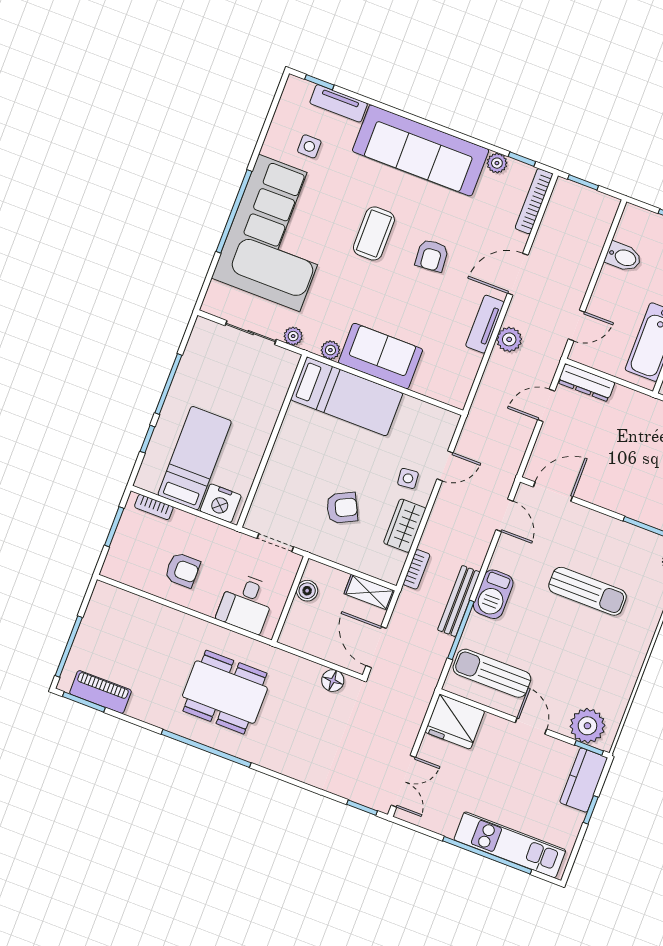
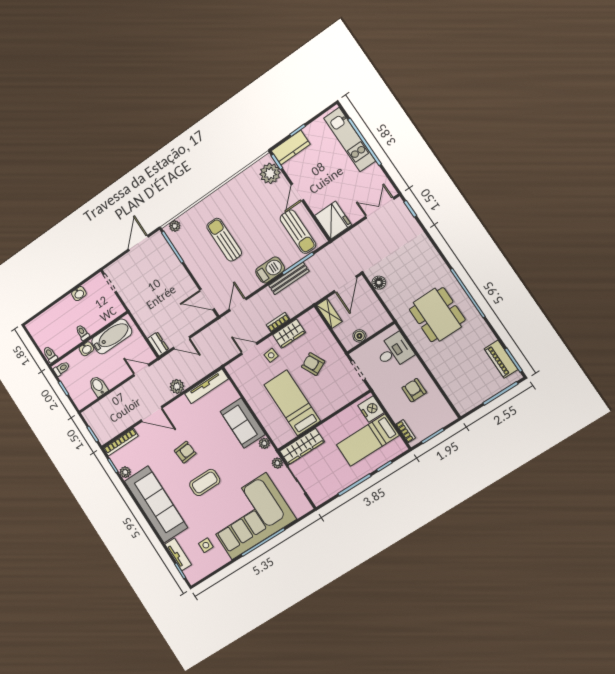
tv unit: (485, 324) -> (207, 386), moved, width x1.41
dresser: (586, 383) -> (158, 344), width x0.70
wardrobe: (276, 384) -> (302, 446), added
bed: (347, 396) -> (292, 403), moved
bookcase: (416, 569) -> (278, 322), moved

